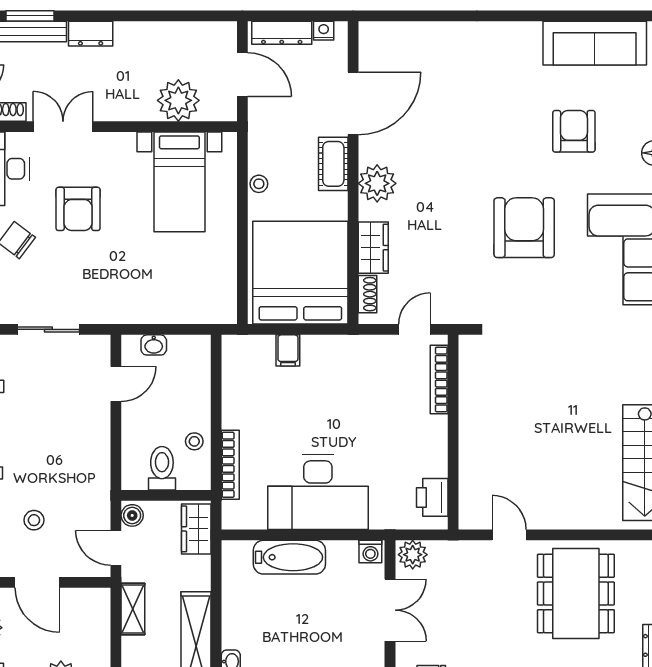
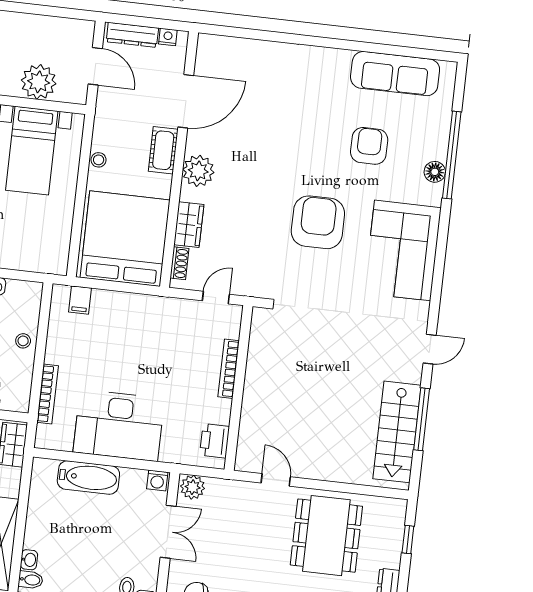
filing cabinet: (288, 350) -> (80, 300), moved
bookcase: (439, 379) -> (229, 369), moved
stool: (194, 441) -> (23, 341), moved

